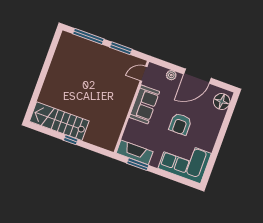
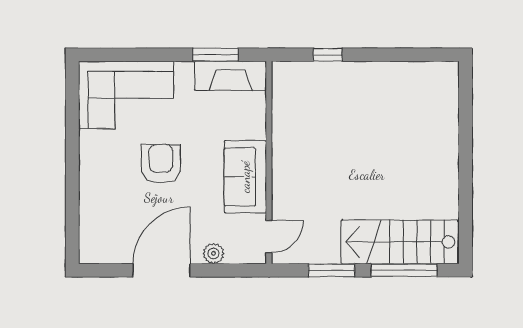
floor lamp: (222, 102) -> (96, 238), removed
stairs: (59, 121) -> (399, 242), moved, turned 180
window: (71, 140) -> (328, 55), moved

